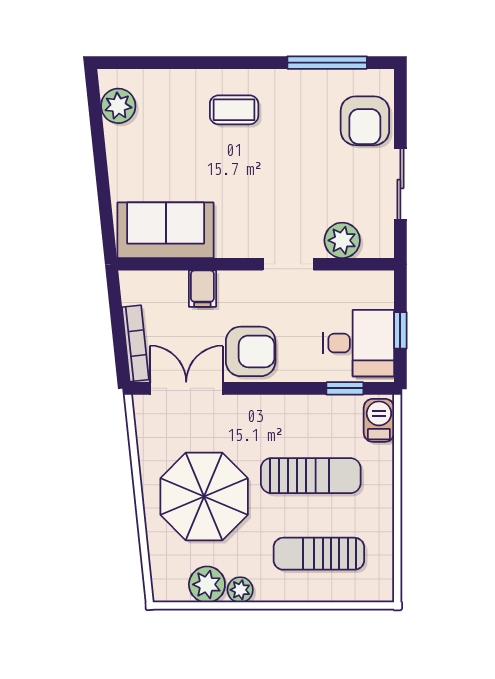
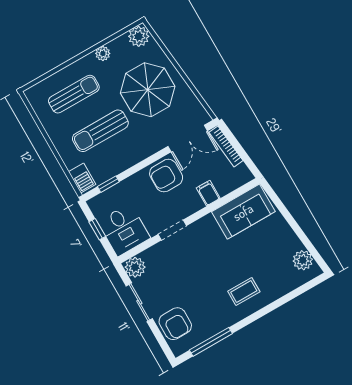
armchair: (365, 121) -> (175, 324), turned 180
plant: (342, 240) -> (135, 267), moved
desk: (358, 343) -> (124, 230), moved, turned -90
plant: (207, 584) -> (139, 36), moved

